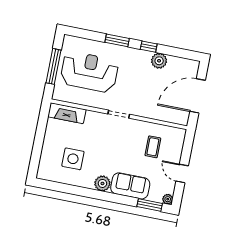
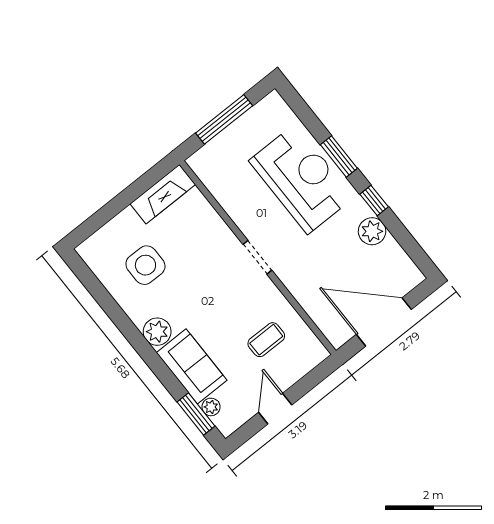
reception desk: (89, 72) -> (301, 179), moved
fireplace: (67, 113) -> (163, 194), moved, turned -90
plant: (168, 199) -> (211, 407), moved

